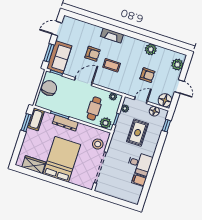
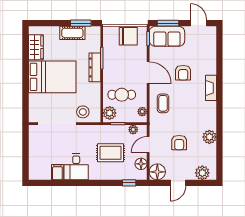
coffee table: (112, 65) -> (163, 103), moved
door: (141, 100) -> (148, 144), swing flipped
cot: (36, 119) -> (72, 33), moved

